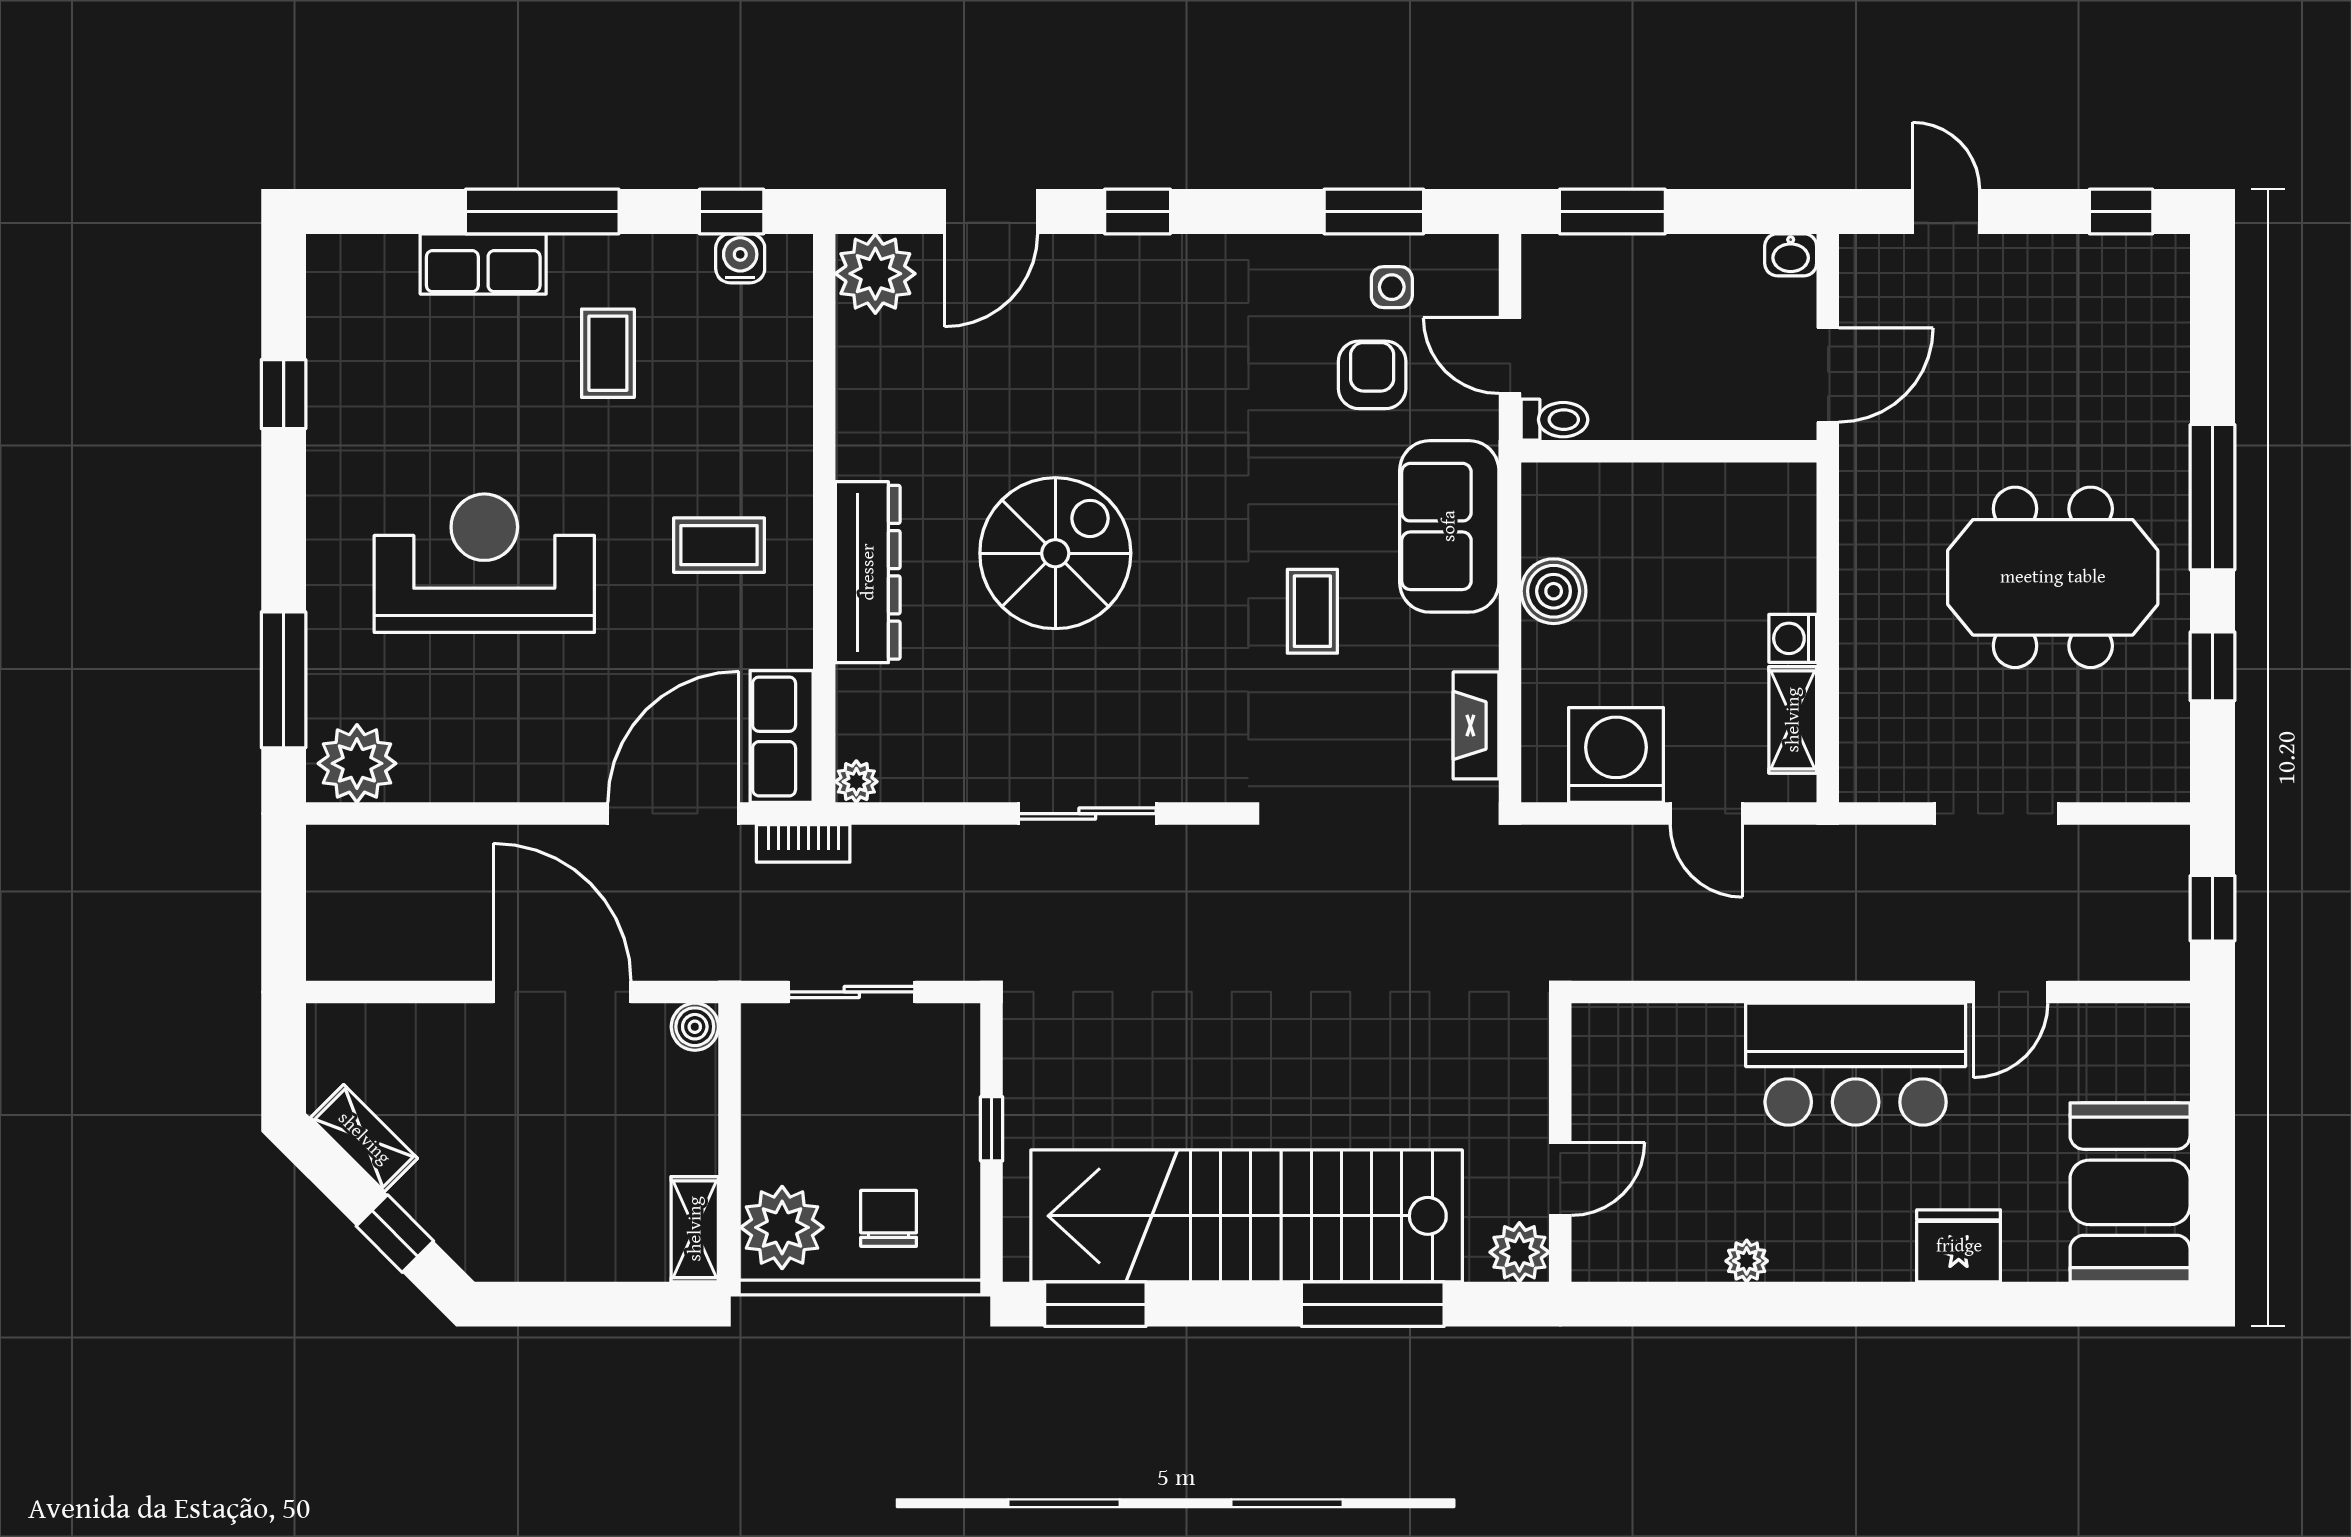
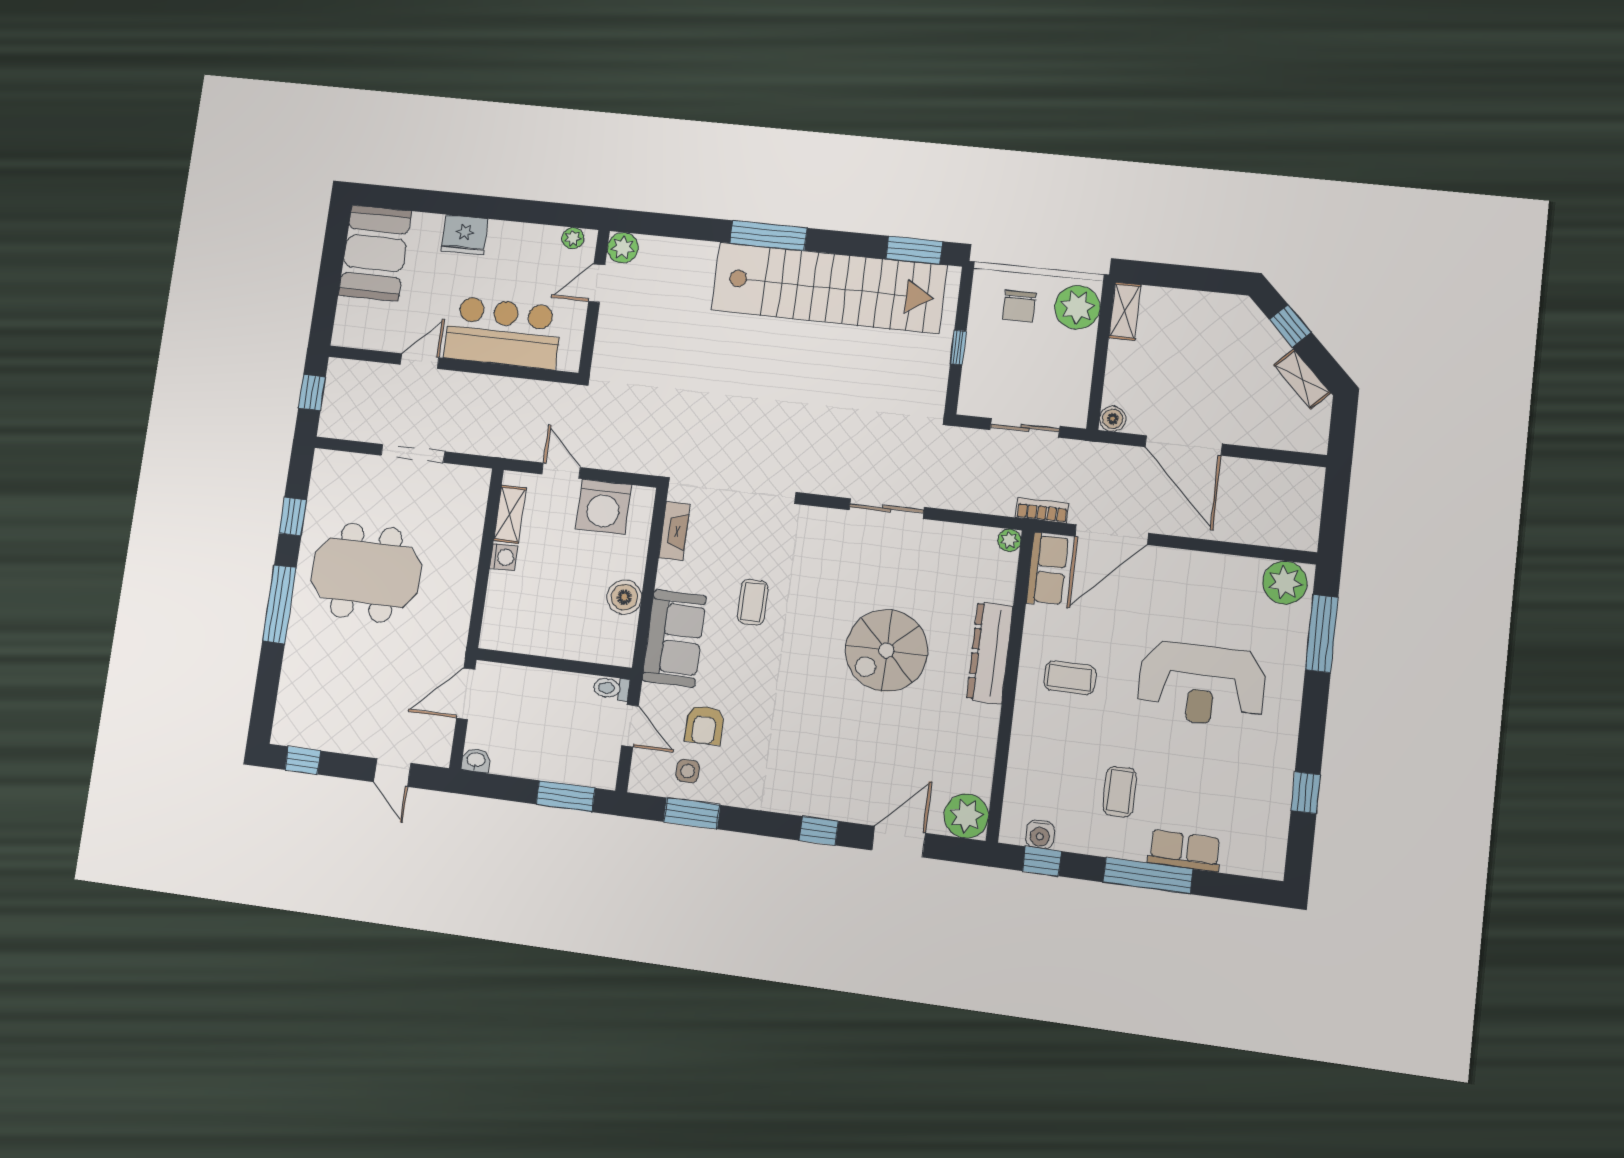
wall: (1560, 1142) -> (594, 302), moved
door: (1560, 1179) -> (597, 283), moved
plant: (1519, 1252) -> (623, 248), moved

